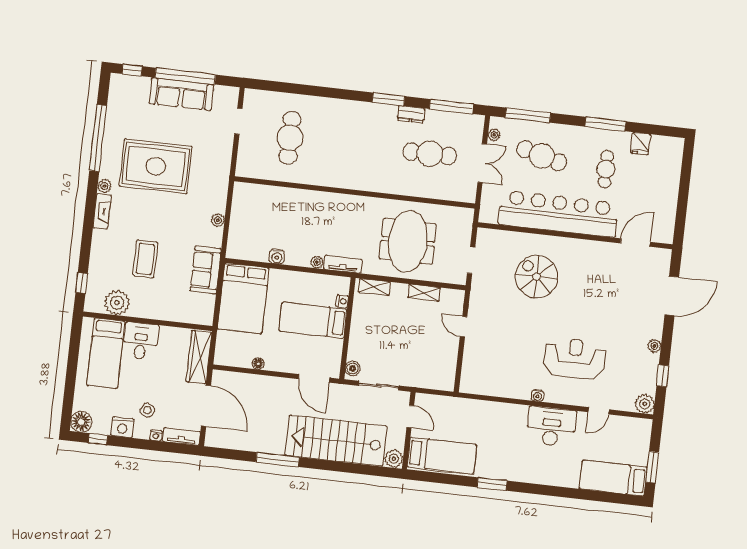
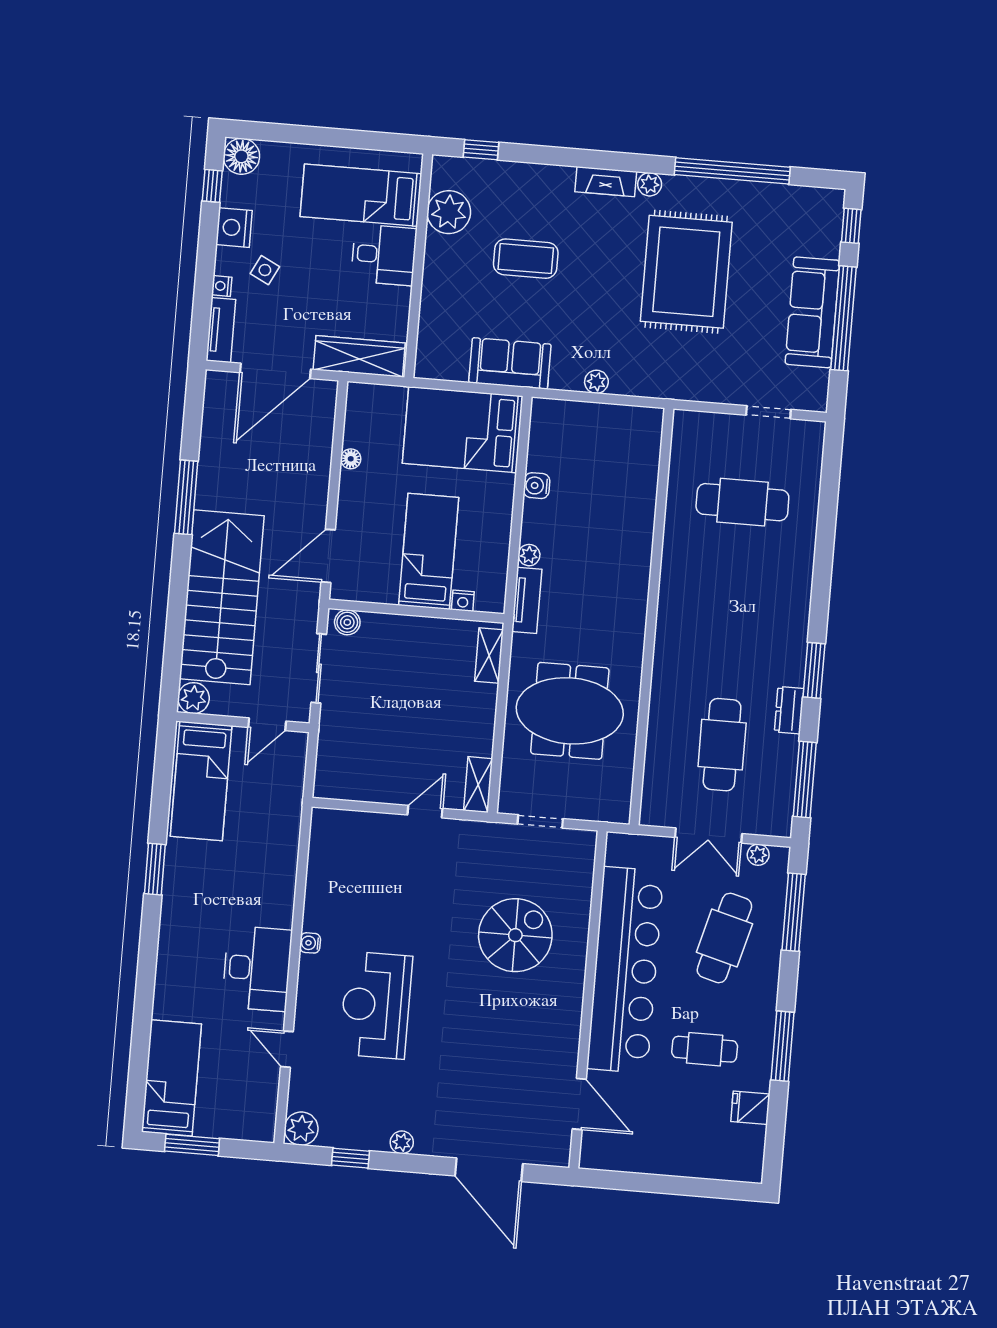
shelving: (424, 293) -> (478, 785), moved
reception desk: (575, 358) -> (376, 1005), turned 180

